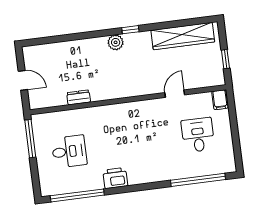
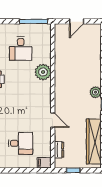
door: (175, 94) -> (53, 120), moved
dresser: (79, 97) -> (59, 150), moved
plant: (97, 117) -> (43, 72), added

